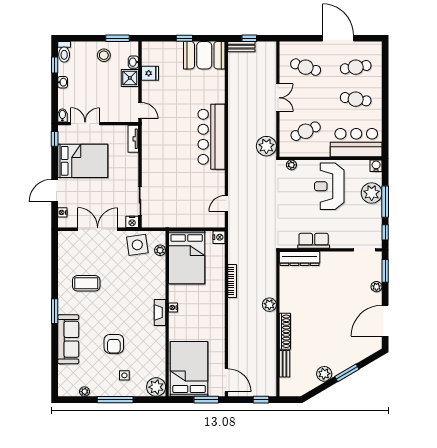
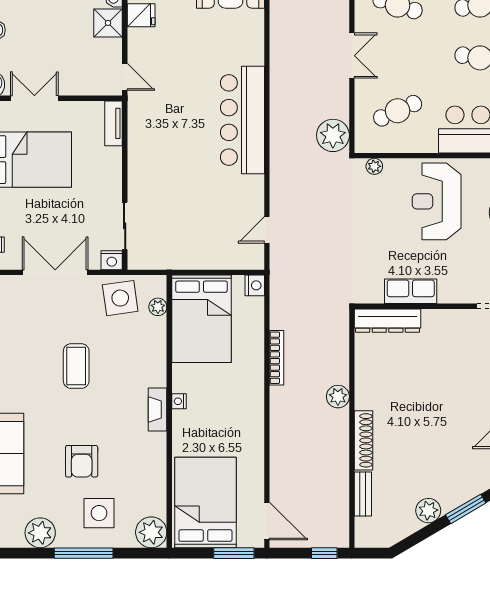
coffee table: (86, 283) -> (76, 366), moved, turned 90
side table: (124, 375) -> (99, 513), width x1.87, depth x1.87
plant: (84, 392) -> (40, 533), width x1.87, depth x1.87

